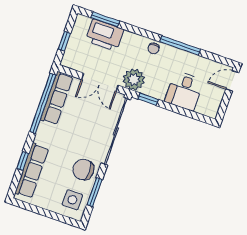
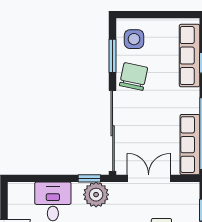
plant: (134, 80) -> (96, 195), moved
chair: (83, 170) -> (134, 77), turned -78

